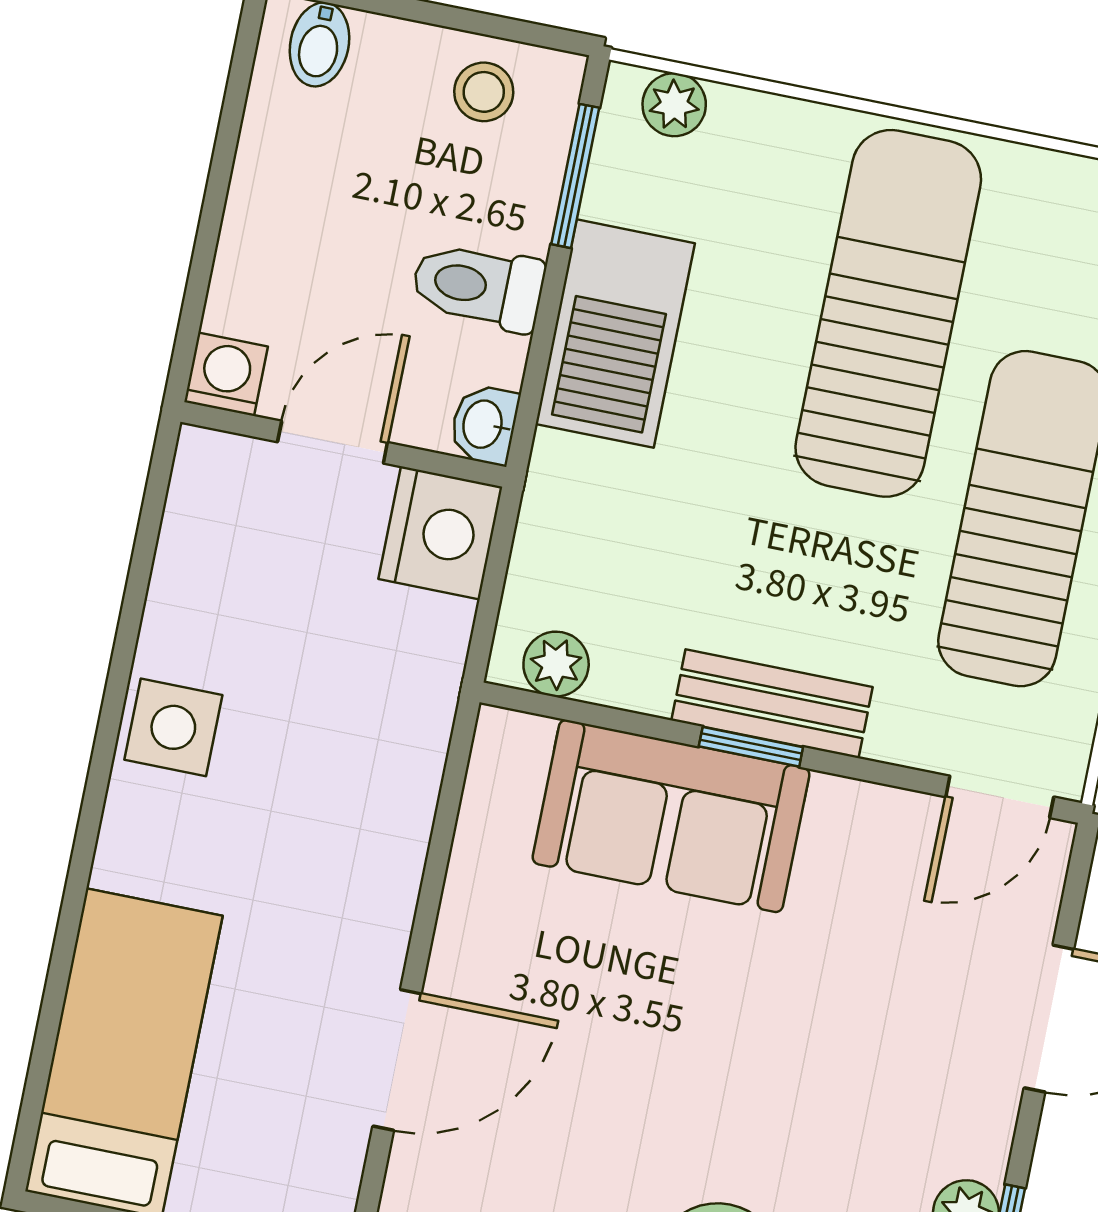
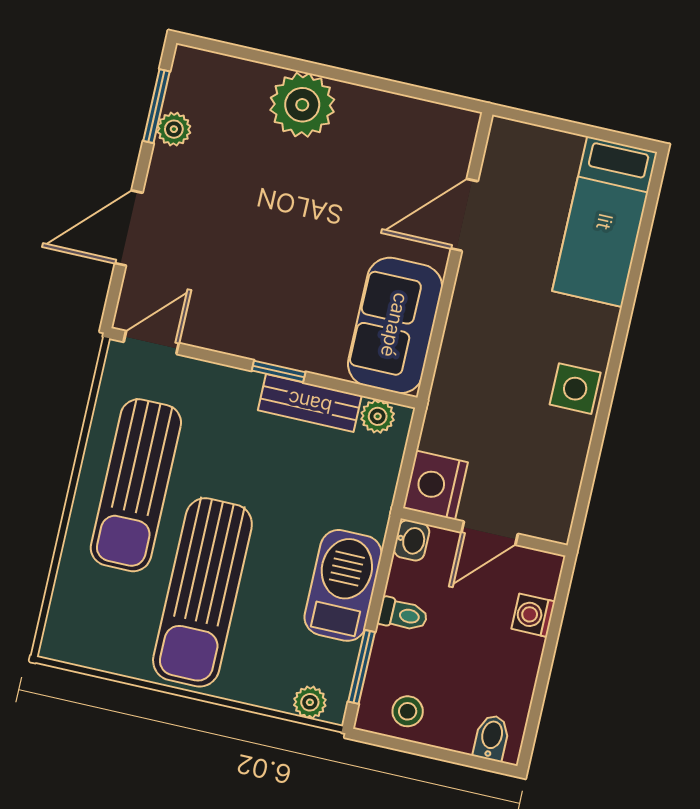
toilet: (478, 286) -> (403, 615), width x0.73, depth x0.72
washing machine: (226, 374) -> (533, 615), moved, turned 90
bench: (772, 704) -> (310, 403), moved
sofa: (671, 816) -> (395, 325), moved, turned -90

